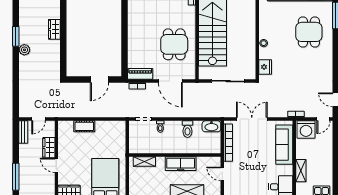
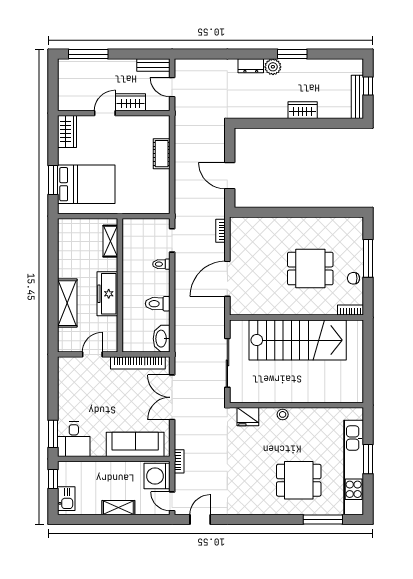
dining table: (174, 44) -> (310, 268), moved
dresser: (24, 65) -> (251, 66), added
piano: (140, 74) -> (238, 235), removed
double door: (252, 119) -> (172, 397), swing flipped
shelving: (301, 171) -> (118, 508), moved

